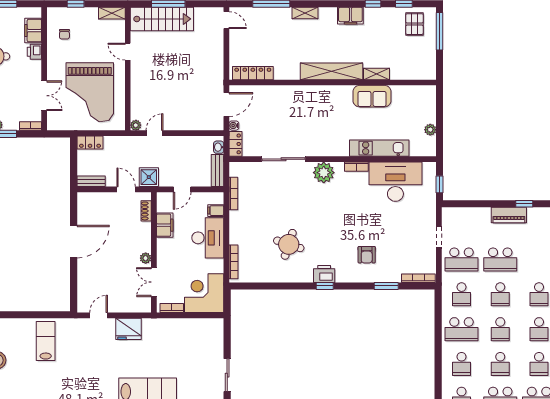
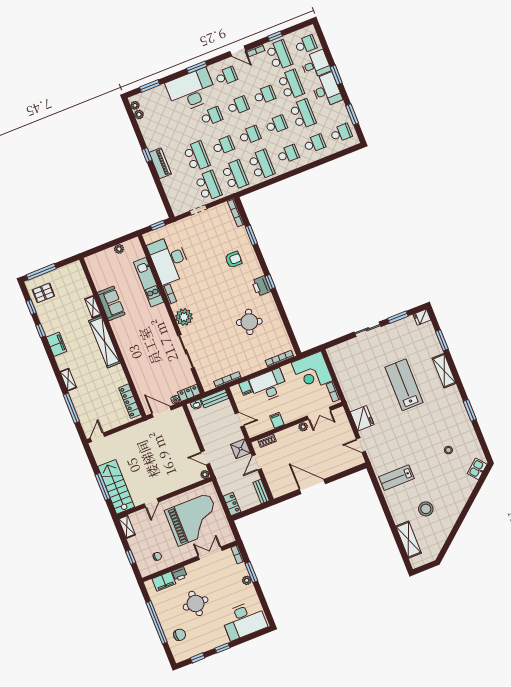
filing cabinet: (165, 225) -> (277, 420), width x0.50
school desk: (462, 294) -> (235, 175), width x1.85

